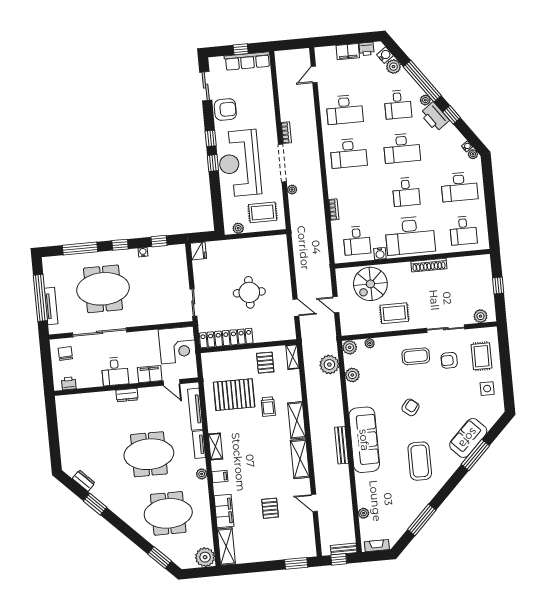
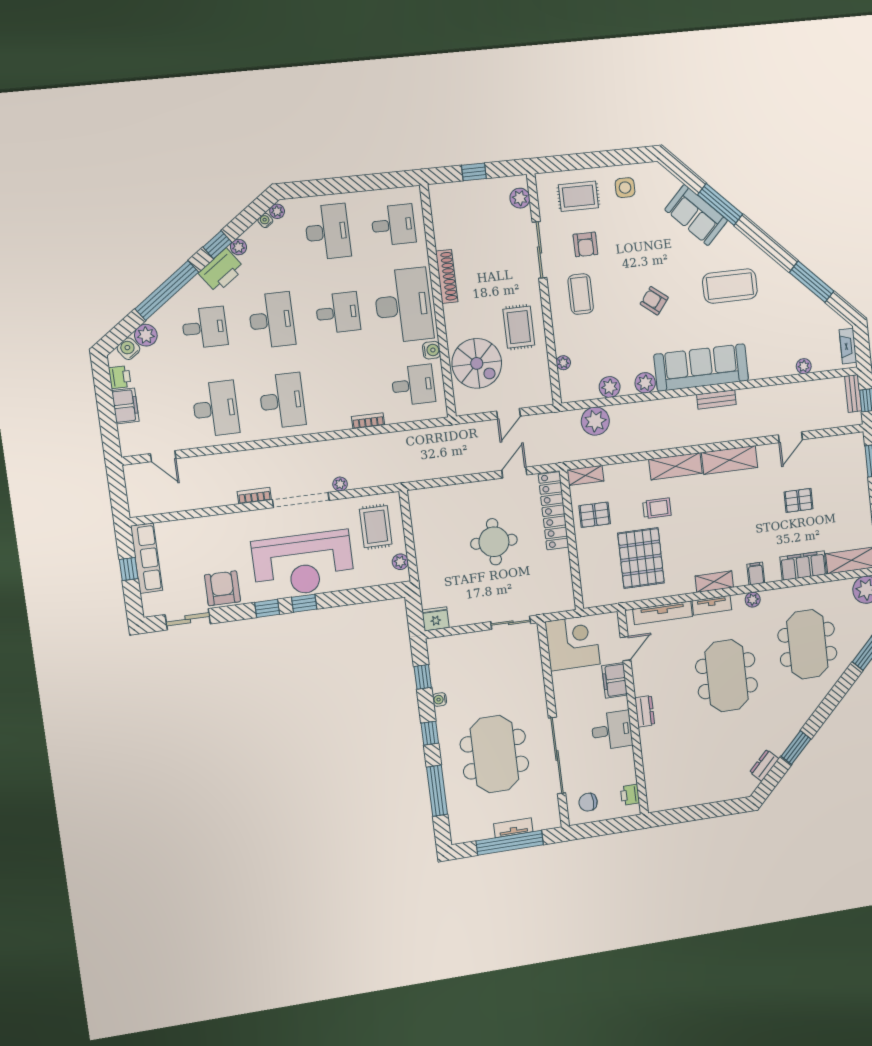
plant: (425, 100) -> (238, 247), moved
tv unit: (51, 306) -> (513, 828), width x0.71
locker: (226, 338) -> (553, 511), moved
plant: (350, 347) -> (645, 383), moved
bench: (342, 445) -> (716, 399), width x0.73

